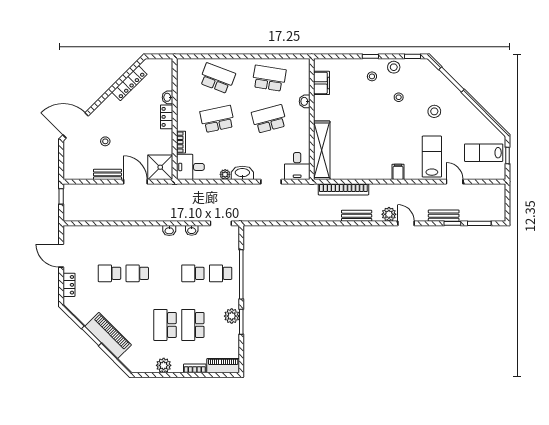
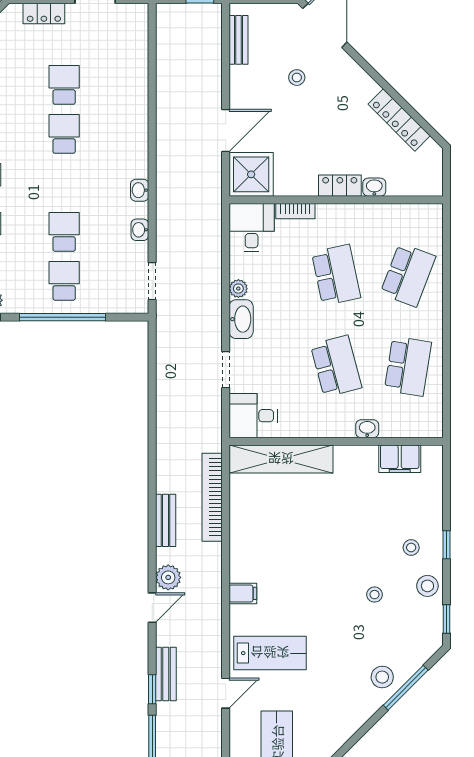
stool: (434, 111) -> (382, 677), moved
bench: (107, 174) -> (238, 40), moved

